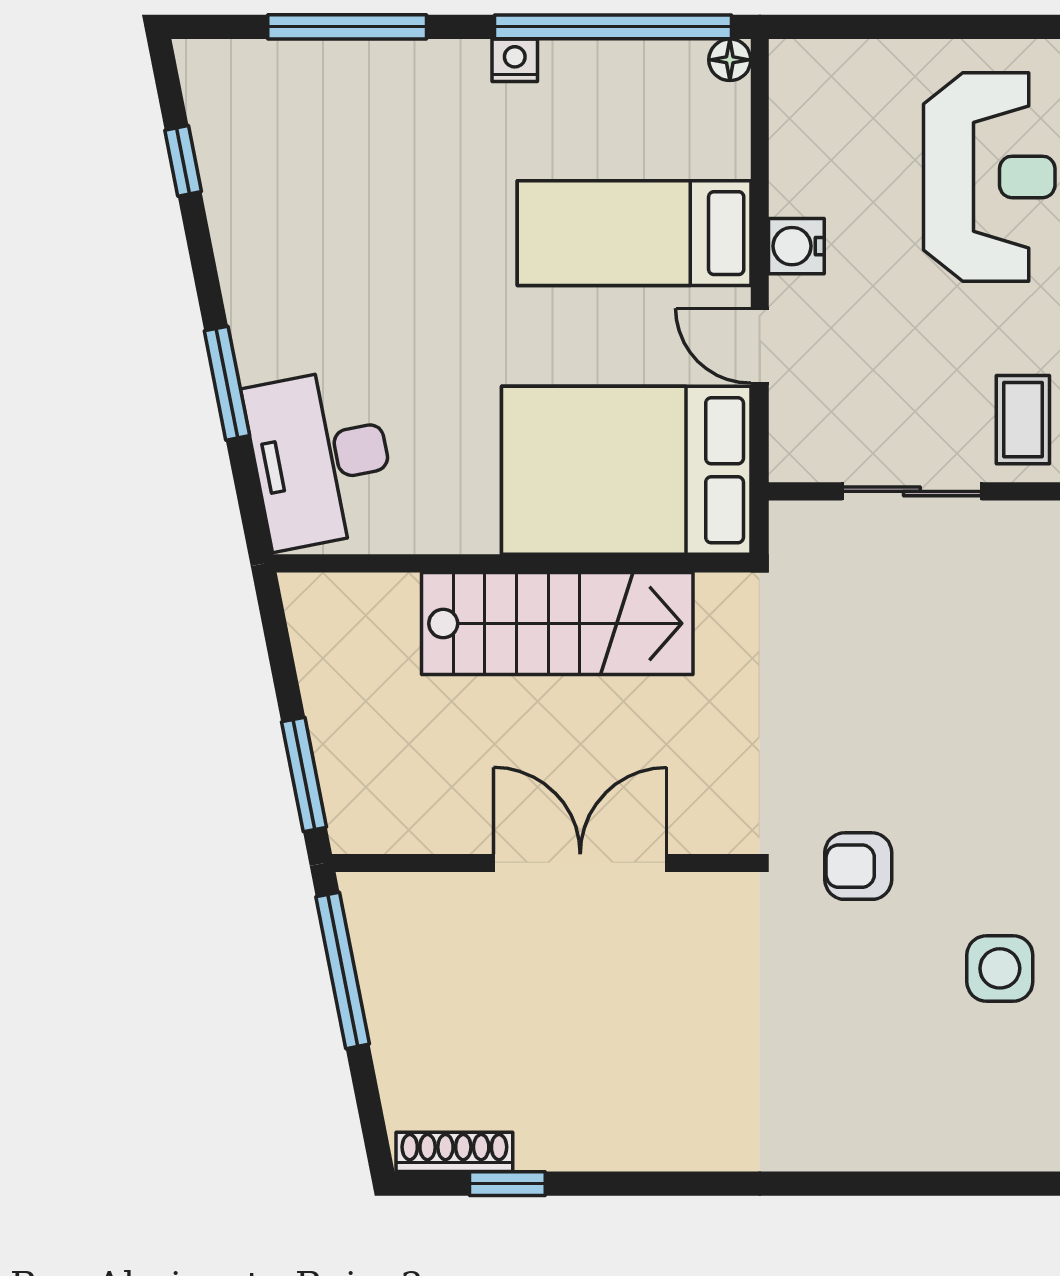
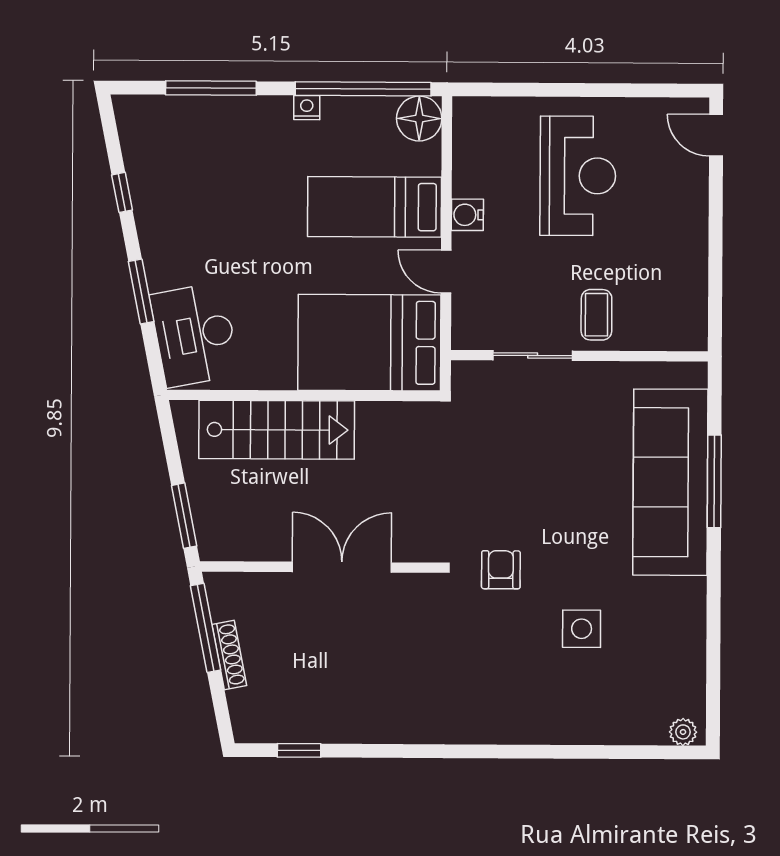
floor lamp: (730, 60) -> (419, 119), width x1.89, depth x1.89
window: (183, 161) -> (122, 192), moved
stairs: (557, 623) -> (277, 430), moved
armchair: (858, 866) -> (501, 570), turned 90
shoe rack: (454, 1152) -> (229, 655), moved, turned 79

